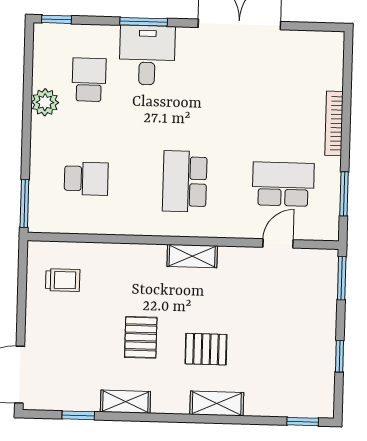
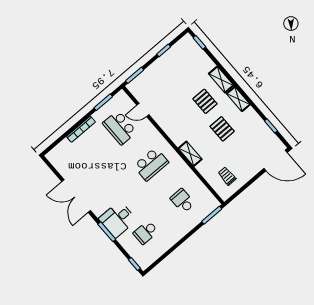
plant: (45, 102) -> (168, 241), removed
shelving: (192, 256) -> (190, 154), moved
pallet: (141, 337) -> (222, 129), turned 90
shelving: (125, 402) -> (238, 99), moved

